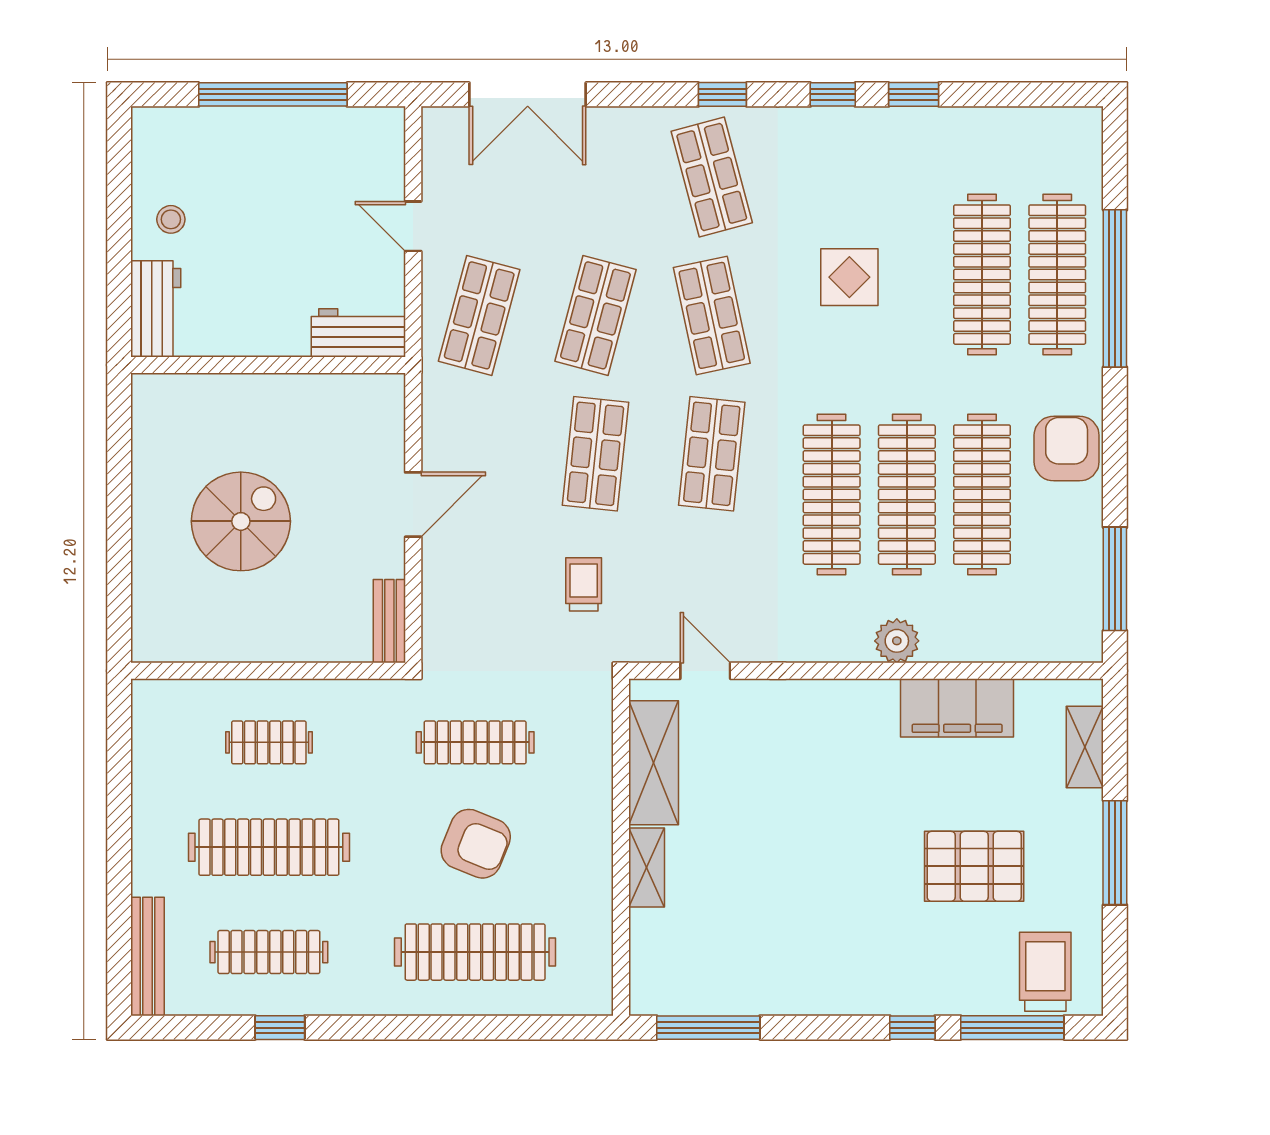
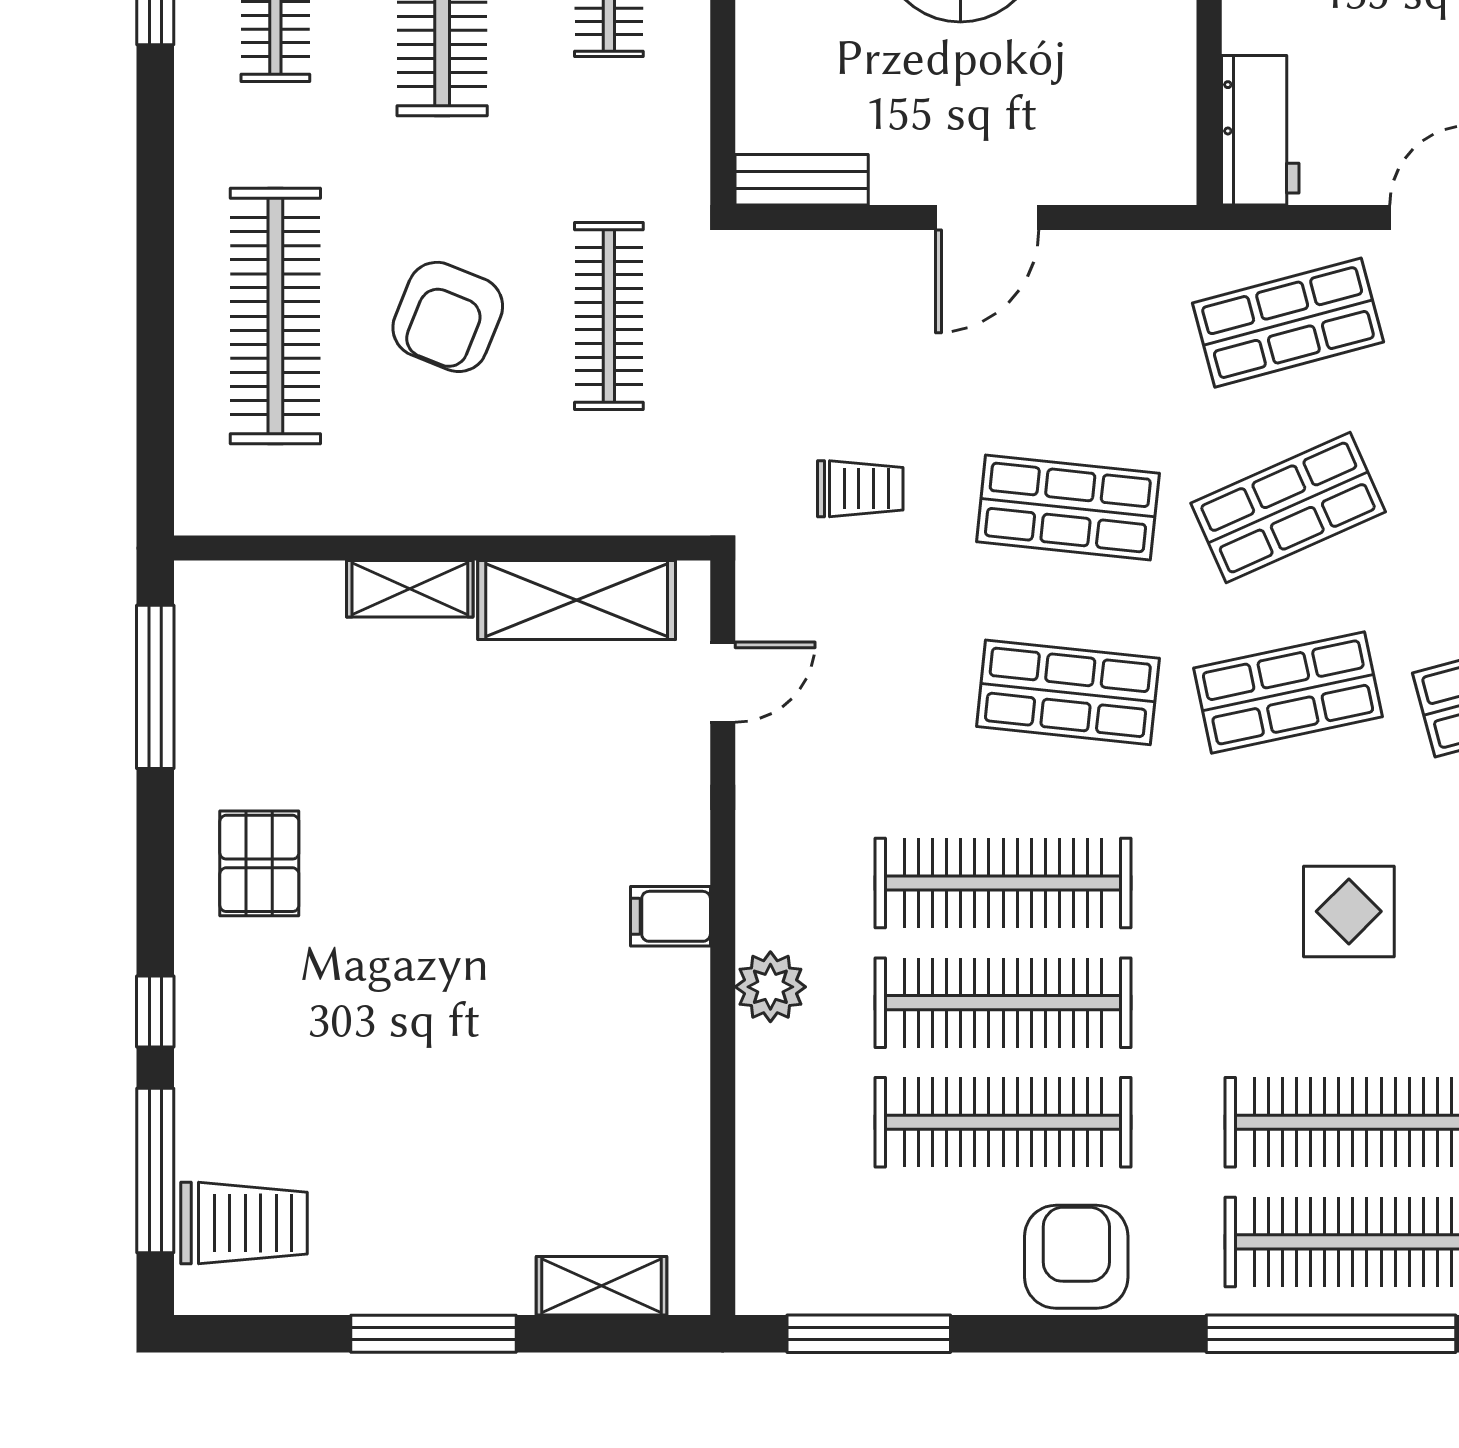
shop shelf: (479, 315) -> (1288, 323), turned -30
shop shelf: (595, 315) -> (1288, 507), turned -39
armchair: (1067, 449) -> (1076, 1257), turned -90
door: (413, 505) -> (987, 217), hinge flipped
filing cabinet: (957, 708) -> (670, 916), moved, width x0.33, depth x0.86
pallet: (974, 866) -> (259, 863), moved, width x0.67, depth x0.71

